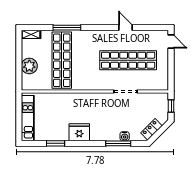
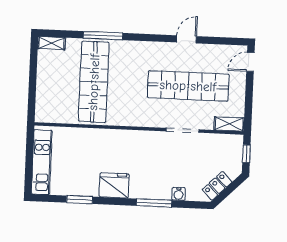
door: (126, 28) -> (187, 39), hinge flipped
door: (171, 41) -> (250, 62), swing flipped
plant: (29, 66) -> (47, 88), removed
shelving: (158, 86) -> (229, 124), added
window: (118, 143) -> (154, 203), moved

